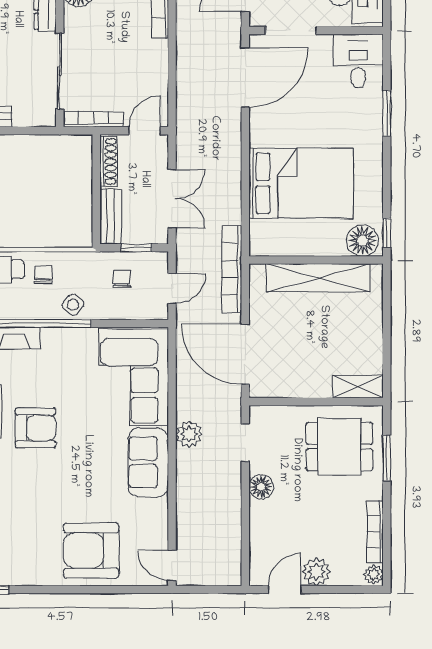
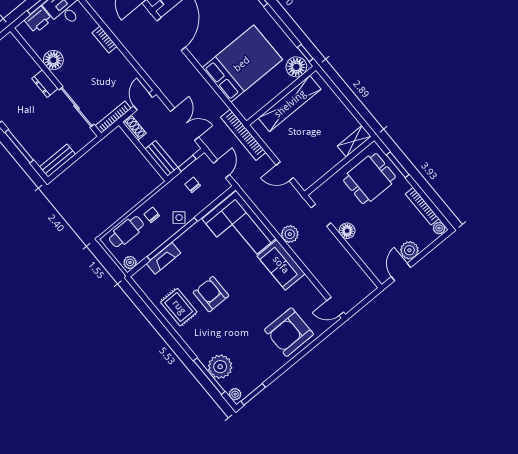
shoe rack: (109, 161) -> (135, 128), width x0.70
door: (245, 354) -> (285, 171), width x0.53
armchair: (36, 428) -> (211, 294), turned -90

